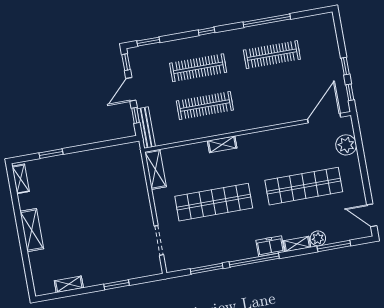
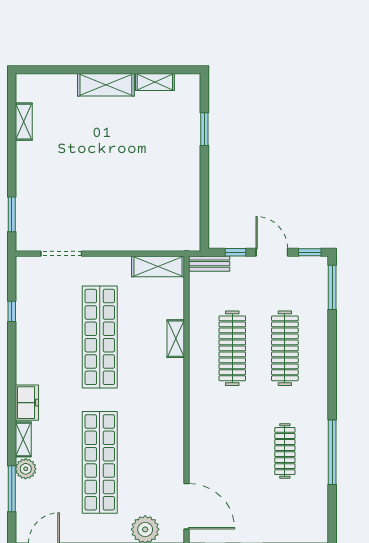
window: (207, 31) -> (332, 368), removed
window: (148, 42) -> (332, 287), width x1.44
clothes rail: (272, 55) -> (285, 451), width x0.73, depth x0.76
bench: (146, 128) -> (209, 264), width x0.73
shelving: (222, 144) -> (176, 339), moved
shelving: (21, 179) -> (155, 82), moved
window: (254, 260) -> (12, 378), removed
window: (207, 269) -> (12, 311), width x0.46
window: (117, 285) -> (12, 214), moved

